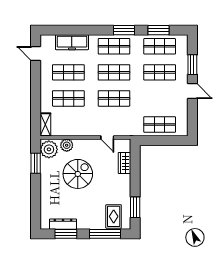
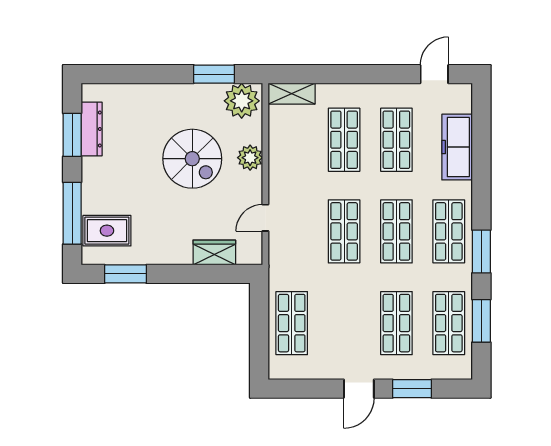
plant: (67, 145) -> (250, 158), moved

